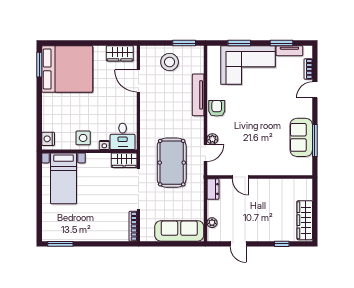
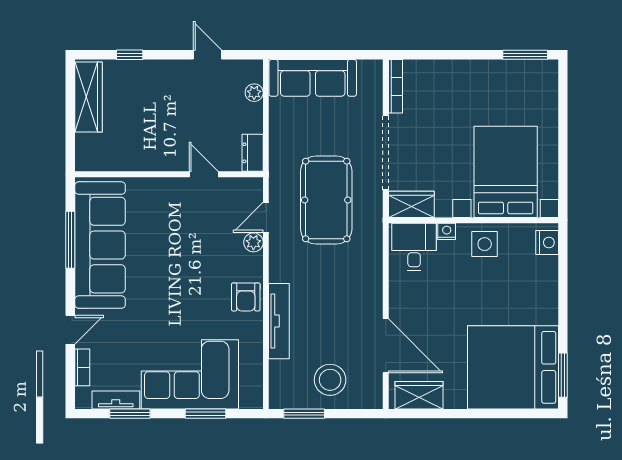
door: (138, 81) -> (386, 346), width x1.36
sofa: (301, 137) -> (100, 245), width x1.85, depth x1.27
bed with nightstands: (64, 178) -> (506, 172), width x1.36

